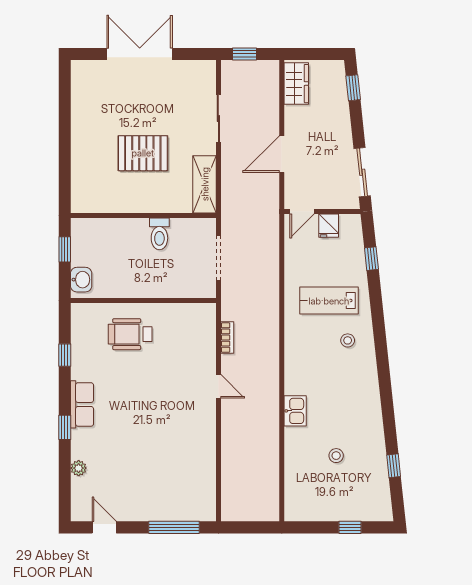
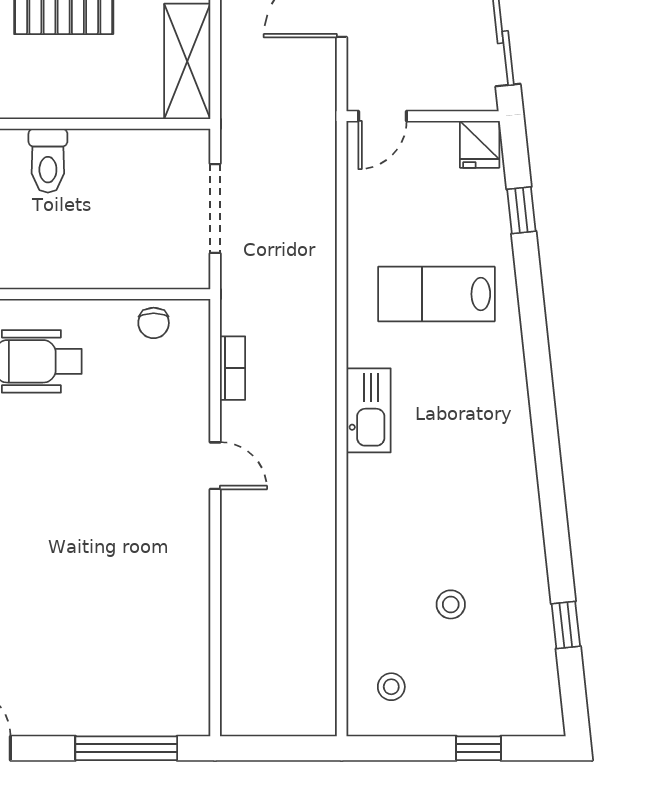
fridge: (329, 226) -> (480, 144), moved
toilet: (159, 234) -> (48, 161), moved
chair: (188, 315) -> (154, 323), added
stool: (348, 340) -> (391, 687), moved
kitchen sink: (295, 411) -> (369, 410), moved, width x1.38

